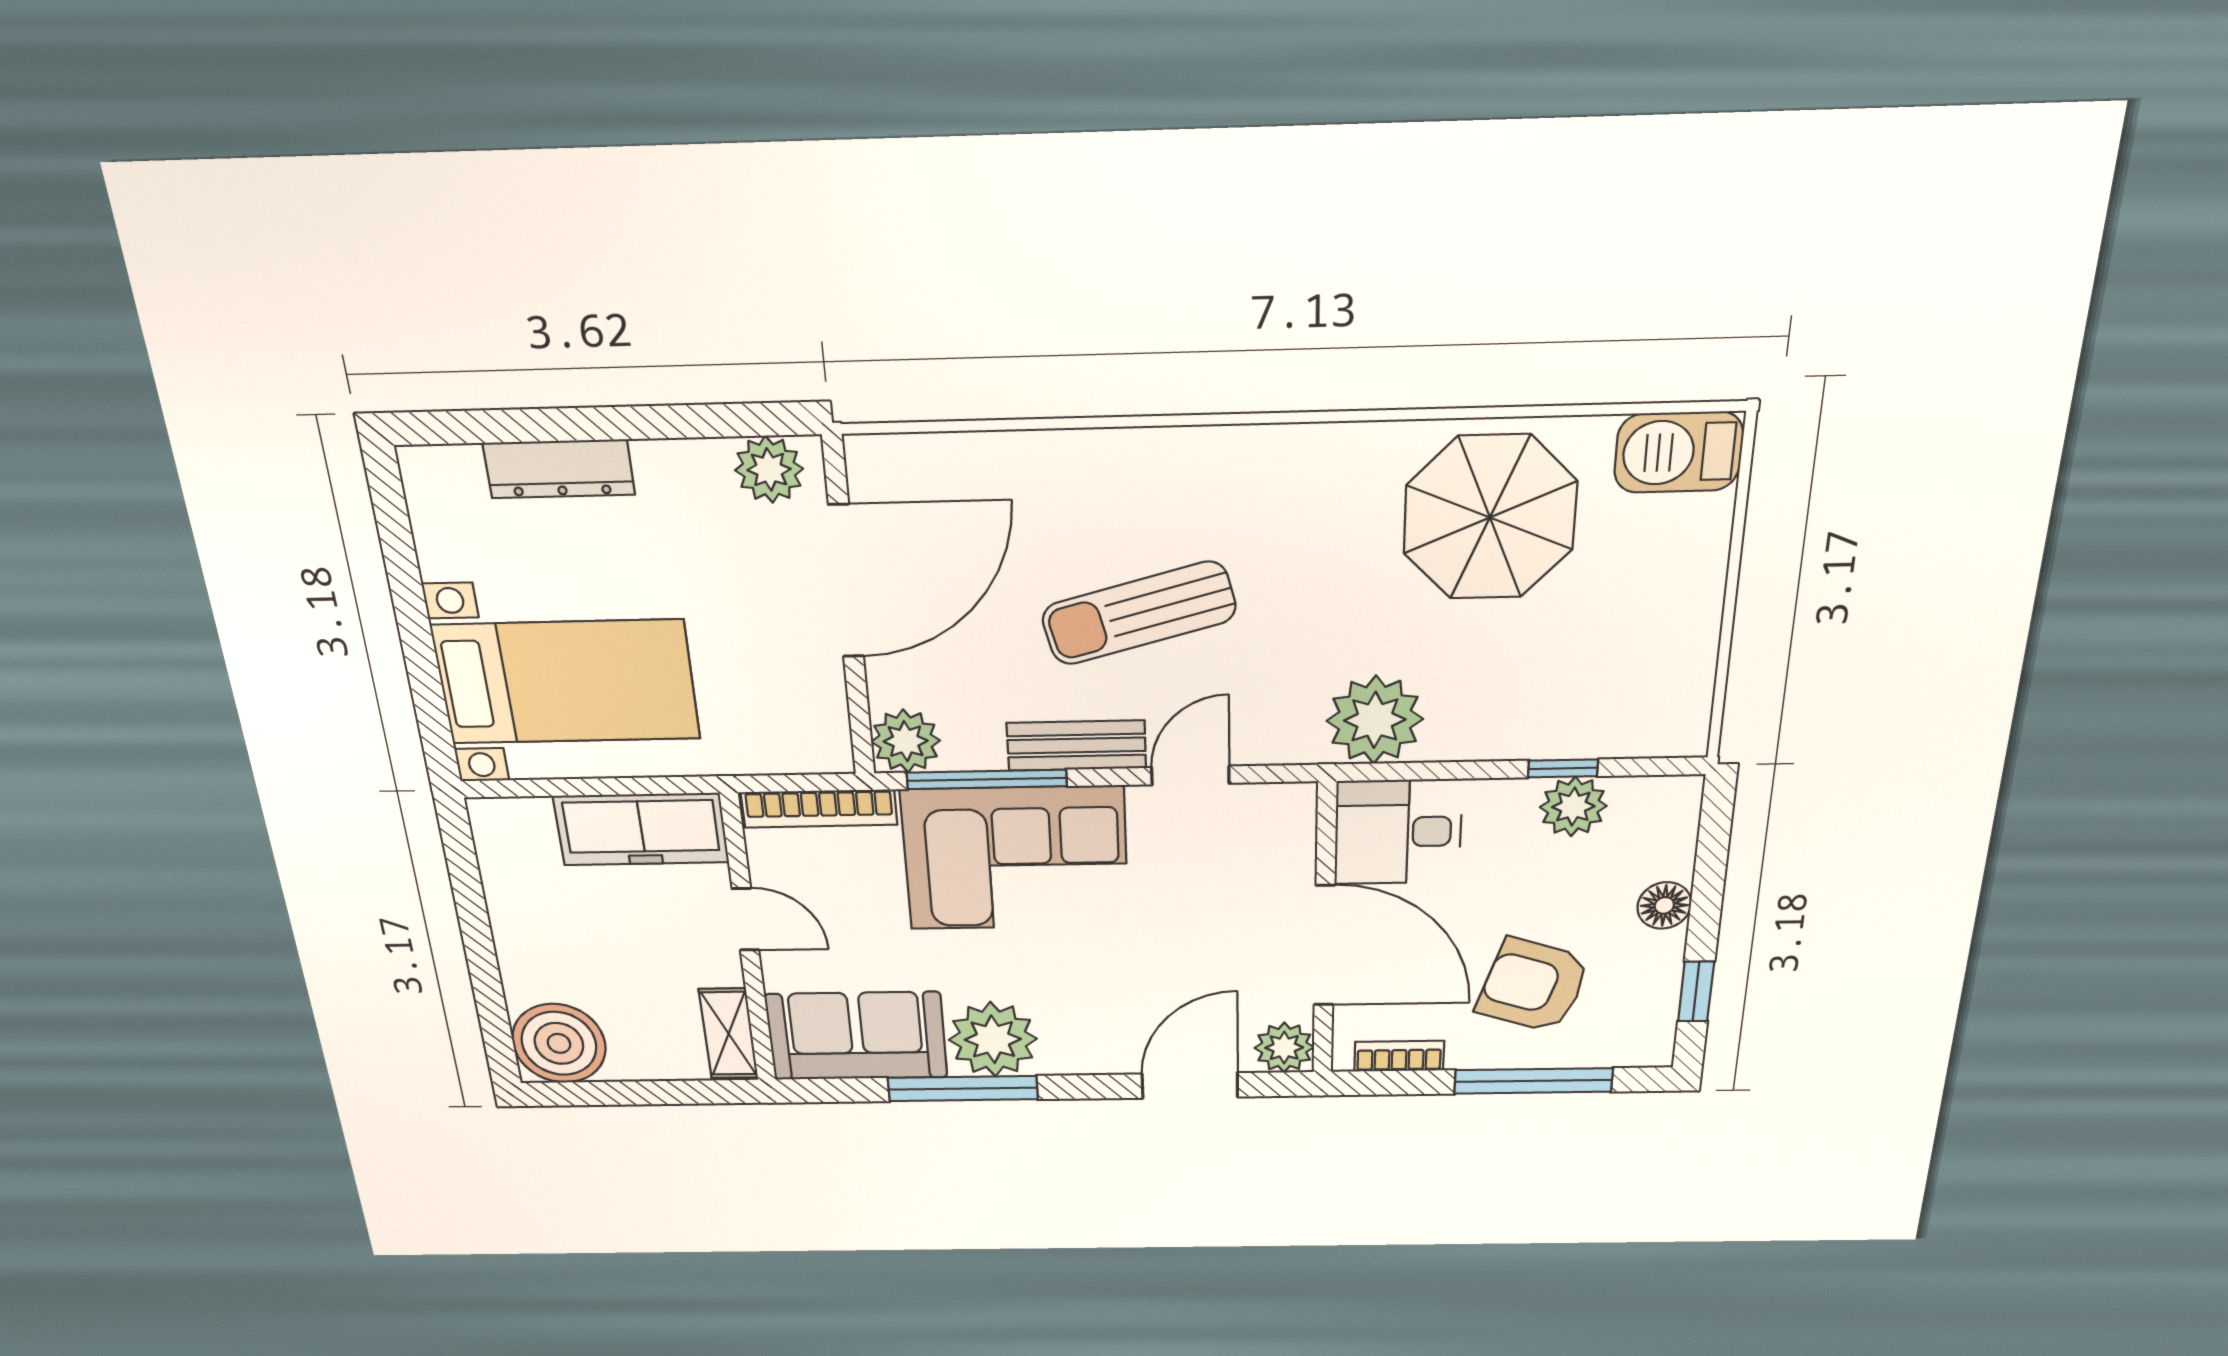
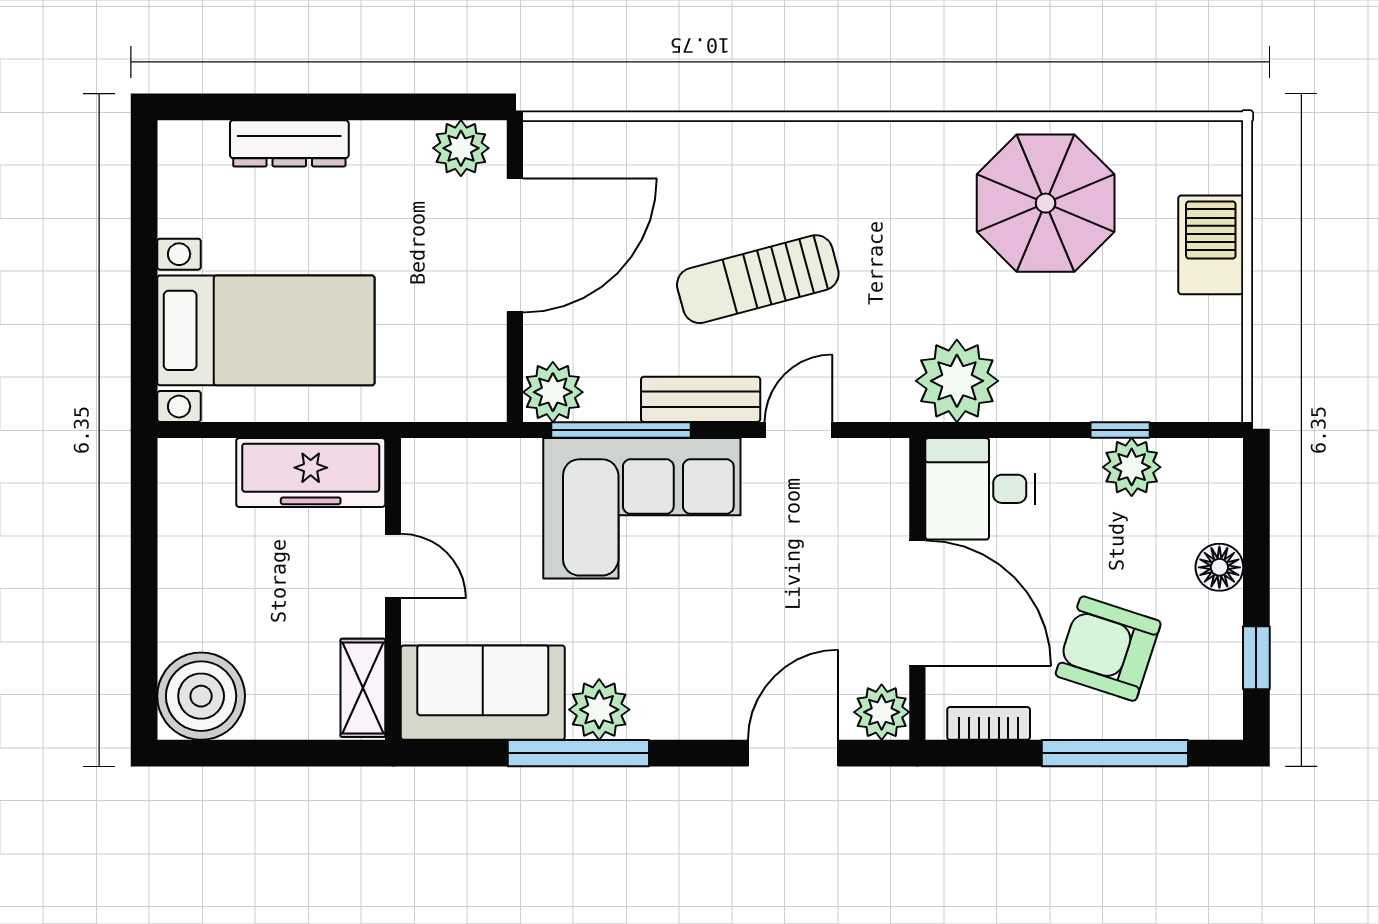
barbecue: (1678, 452) -> (1211, 245), moved, turned 90
bookcase: (819, 809) -> (471, 455), removed
plant: (993, 1039) -> (599, 710), width x0.73, depth x0.73

